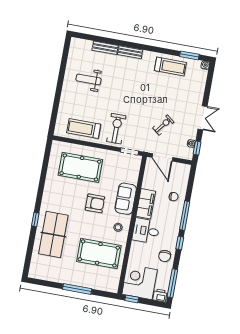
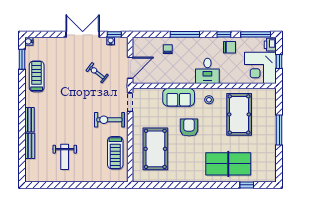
double door: (203, 118) -> (83, 34), width x1.37
filing cabinet: (146, 204) -> (180, 76), removed
window: (35, 219) -> (247, 185), moved
window: (180, 243) -> (224, 34), moved
window: (132, 299) -> (279, 61), moved

